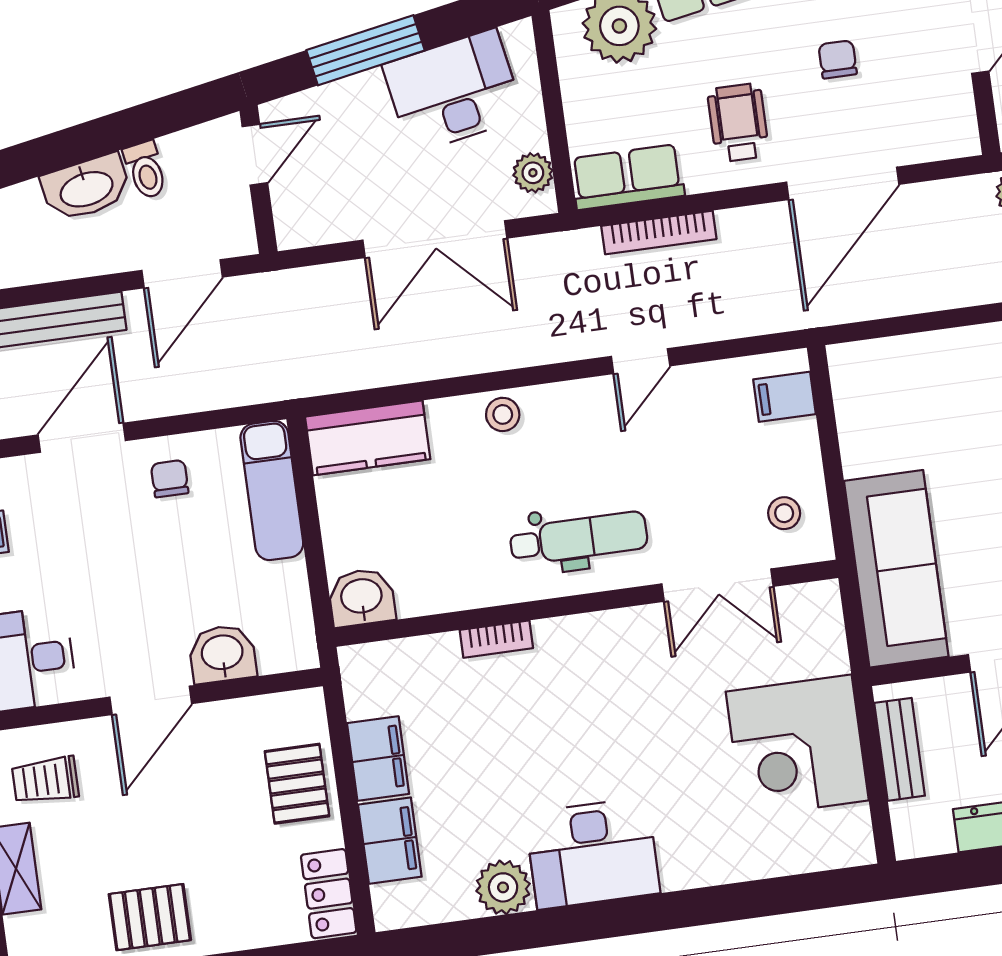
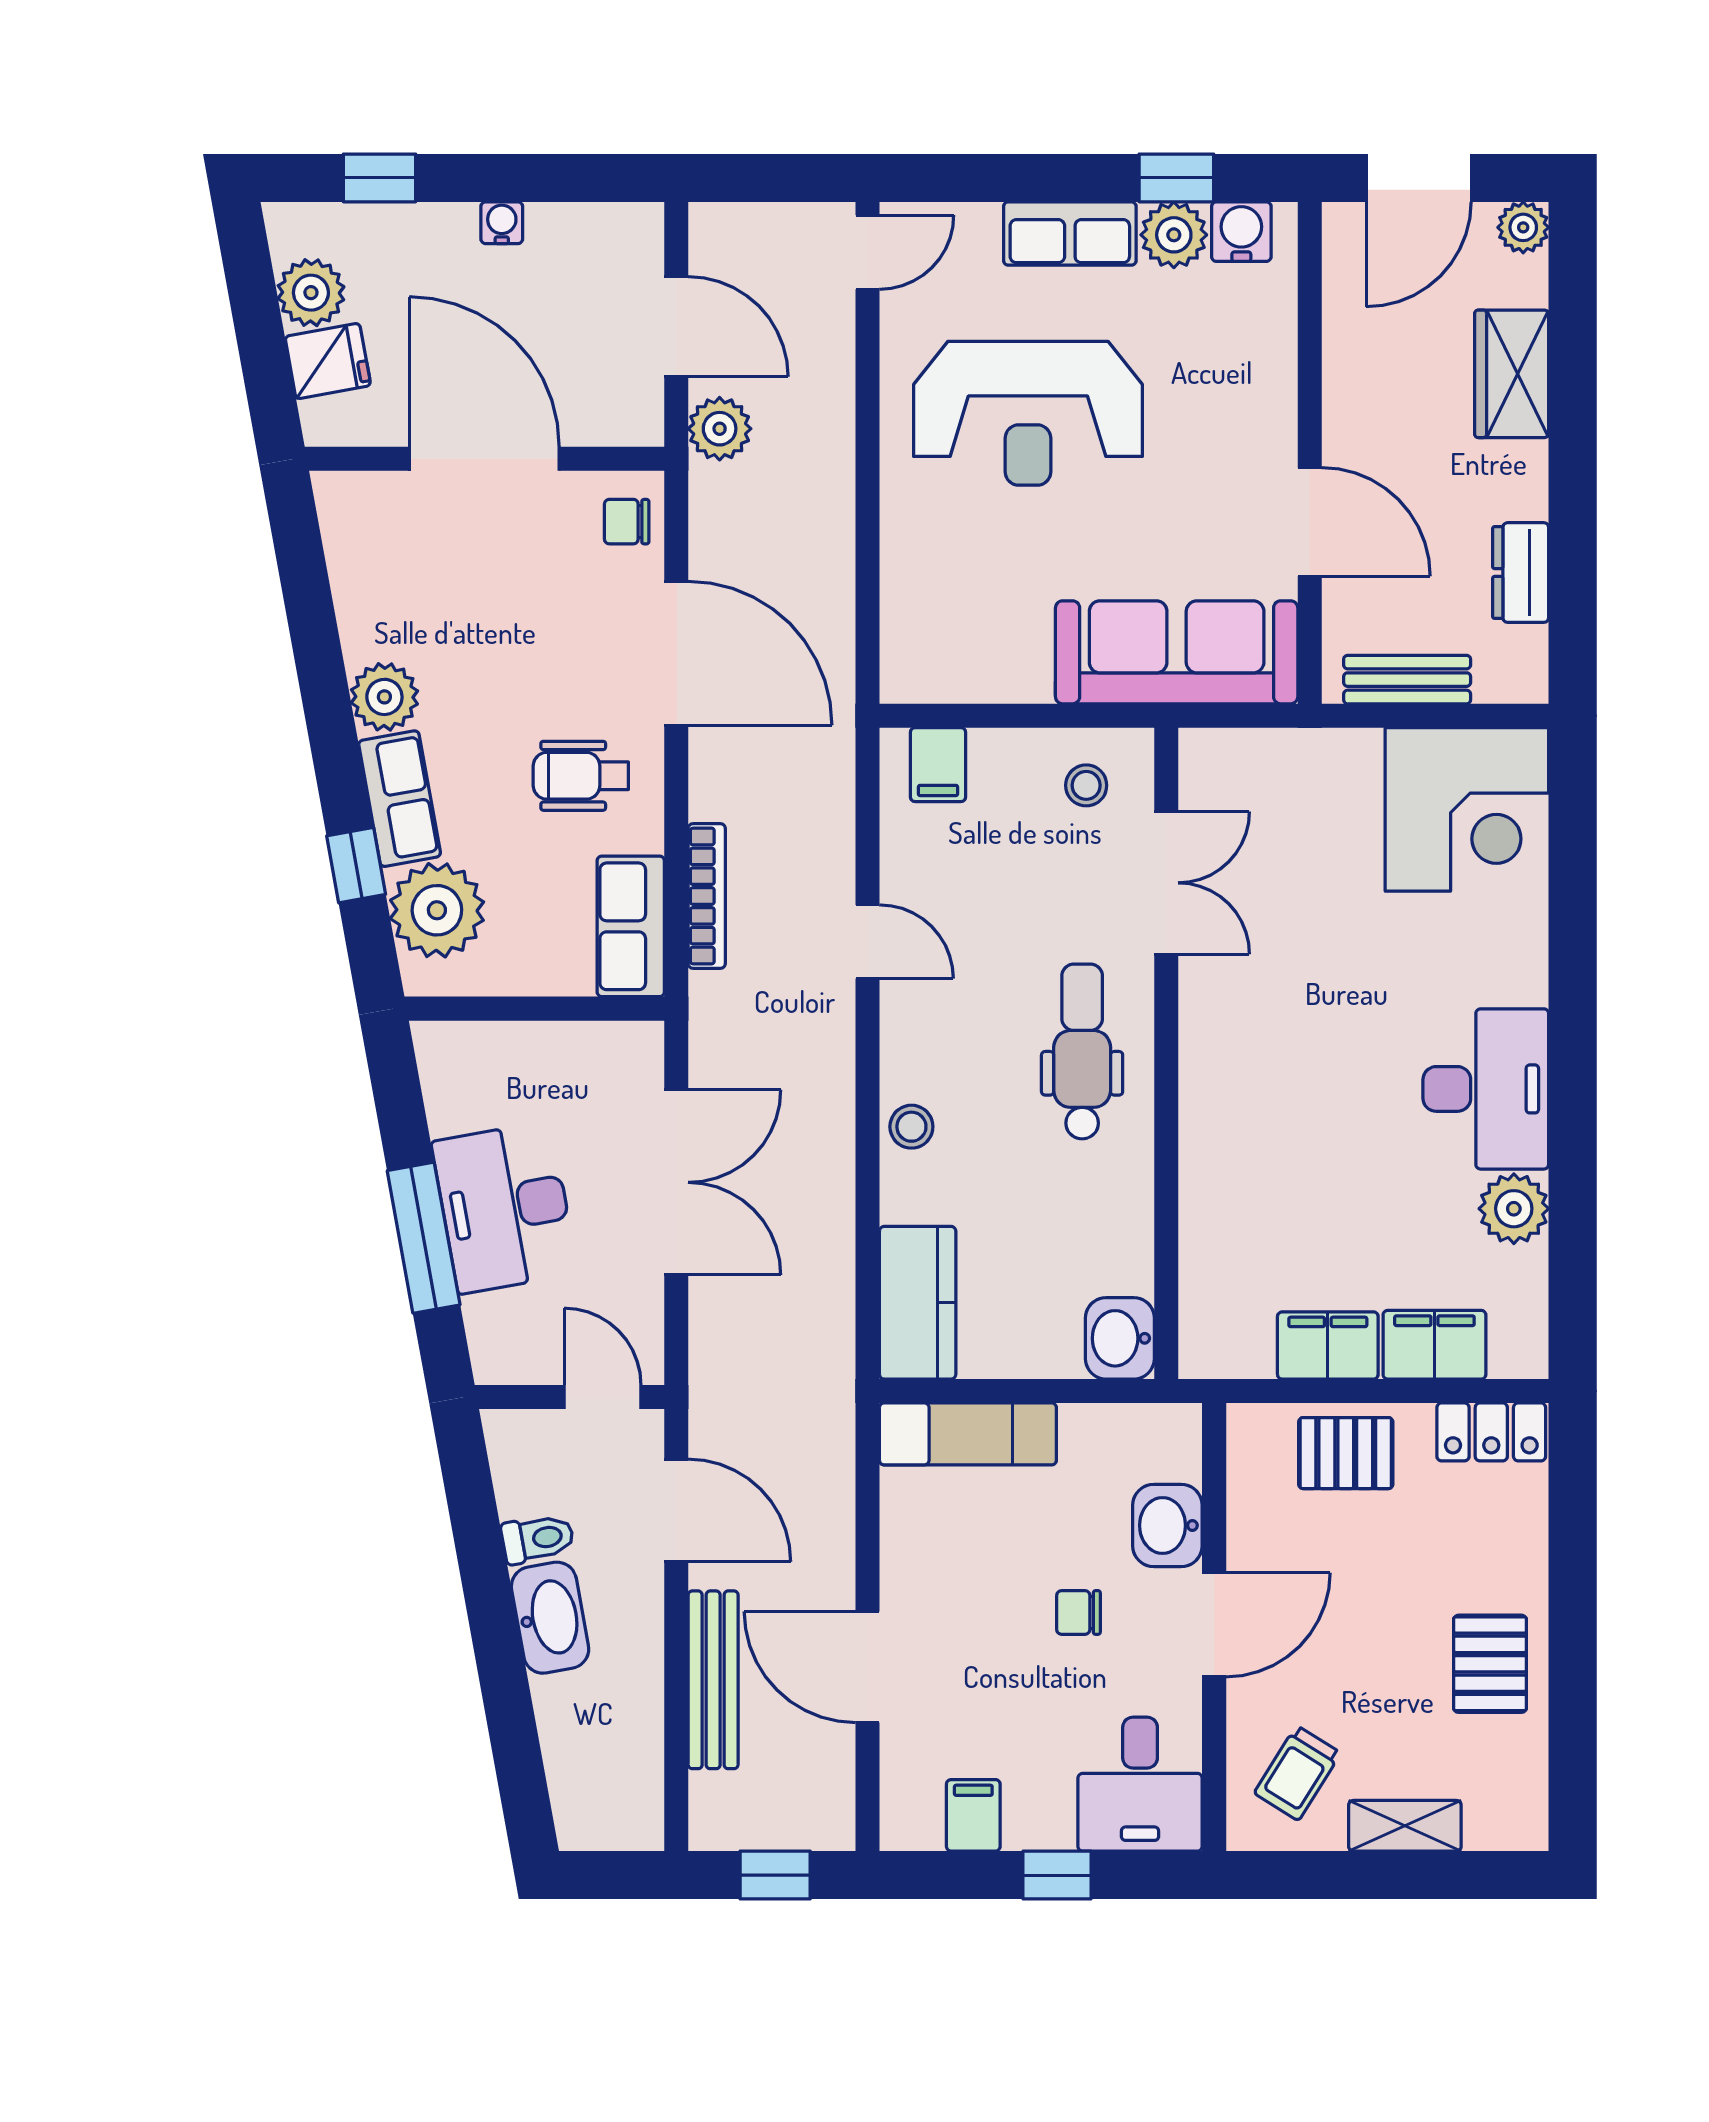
chair: (838, 59) -> (627, 522), moved
desk: (453, 91) -> (505, 1208), moved
door: (255, 155) -> (603, 1397), moved
plant: (533, 173) -> (609, 1046), removed
chair: (170, 479) -> (1078, 1612), moved
bookcase: (496, 639) -> (1196, 1174), removed
door: (151, 700) -> (1214, 1625), hinge flipped
corner desk: (797, 746) -> (1467, 809), moved
trolley: (45, 780) -> (1297, 1773), turned 32

